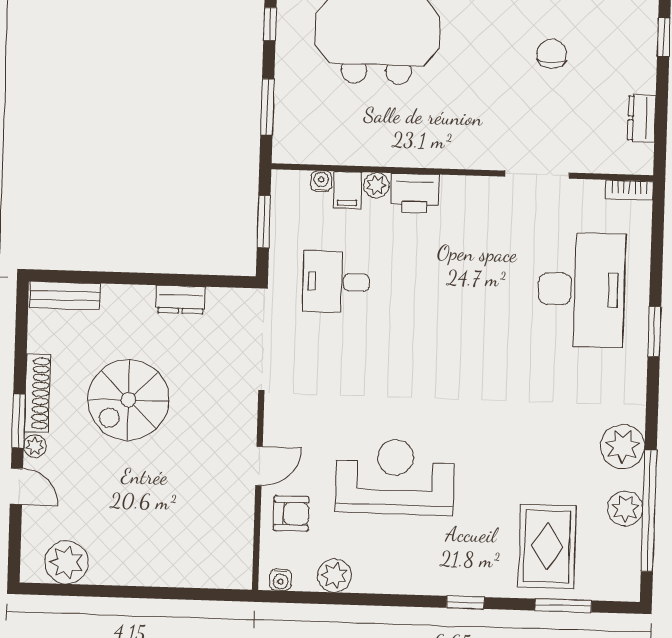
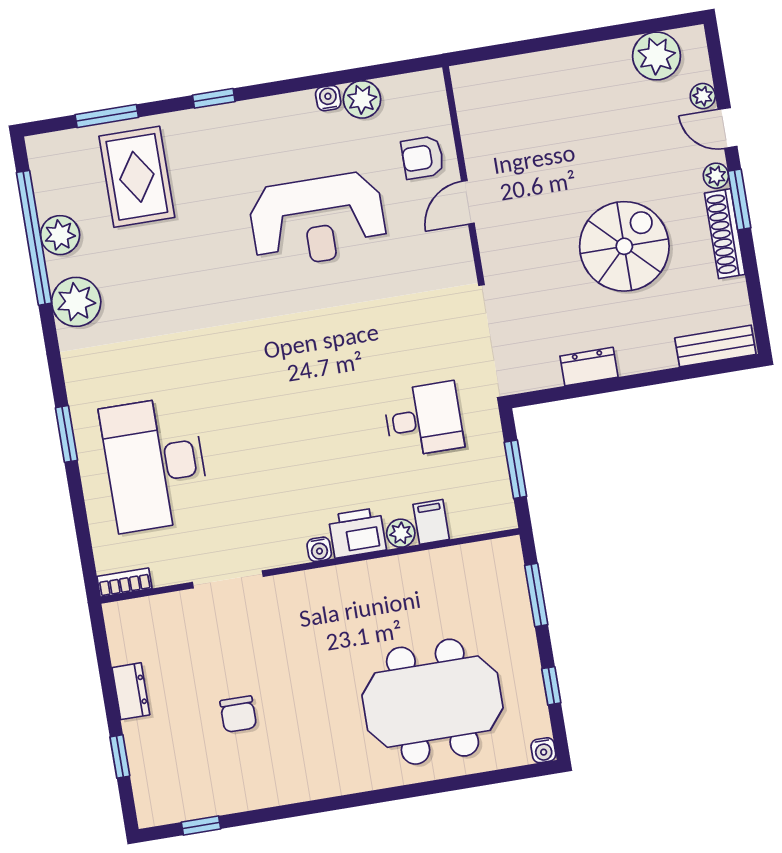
dresser: (642, 118) -> (131, 691), moved
water cooler: (321, 181) -> (319, 549), moved
plant: (33, 519) -> (703, 96), added
water cooler: (281, 580) -> (328, 98), moved

